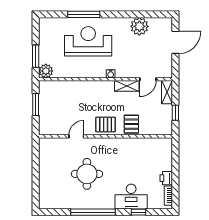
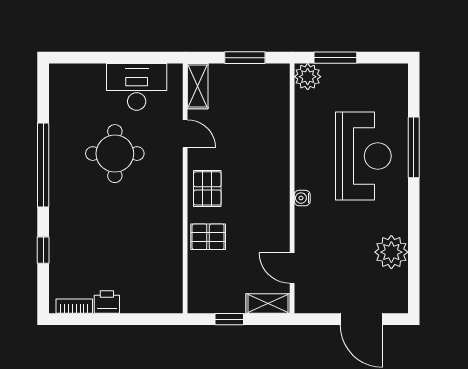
shelving: (127, 86) -> (198, 86), moved
desk: (131, 197) -> (137, 87), moved, turned 90

